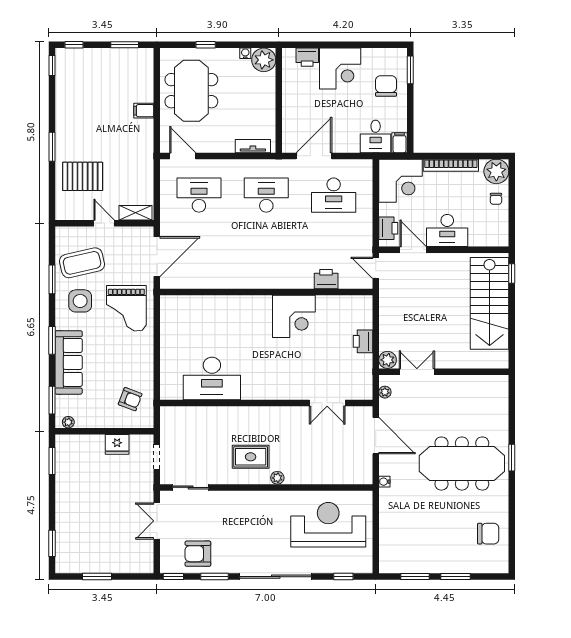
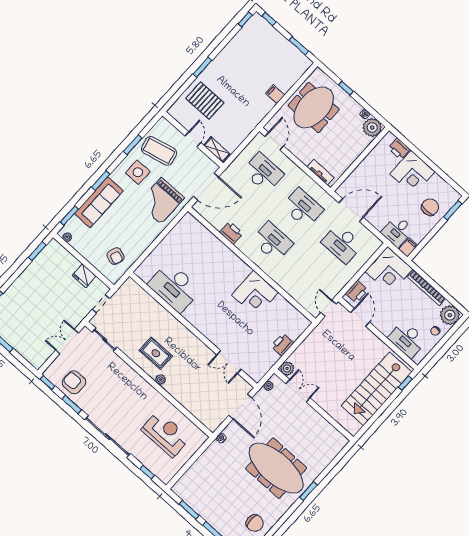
desk: (447, 230) -> (407, 339), moved
desk: (266, 253) -> (272, 242), added
printer: (326, 279) -> (231, 233), moved
reception desk: (328, 525) -> (166, 434), width x0.74, depth x0.77

